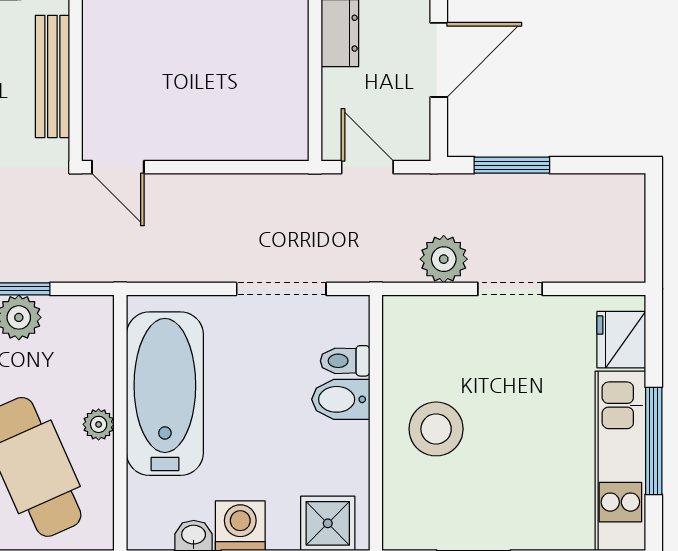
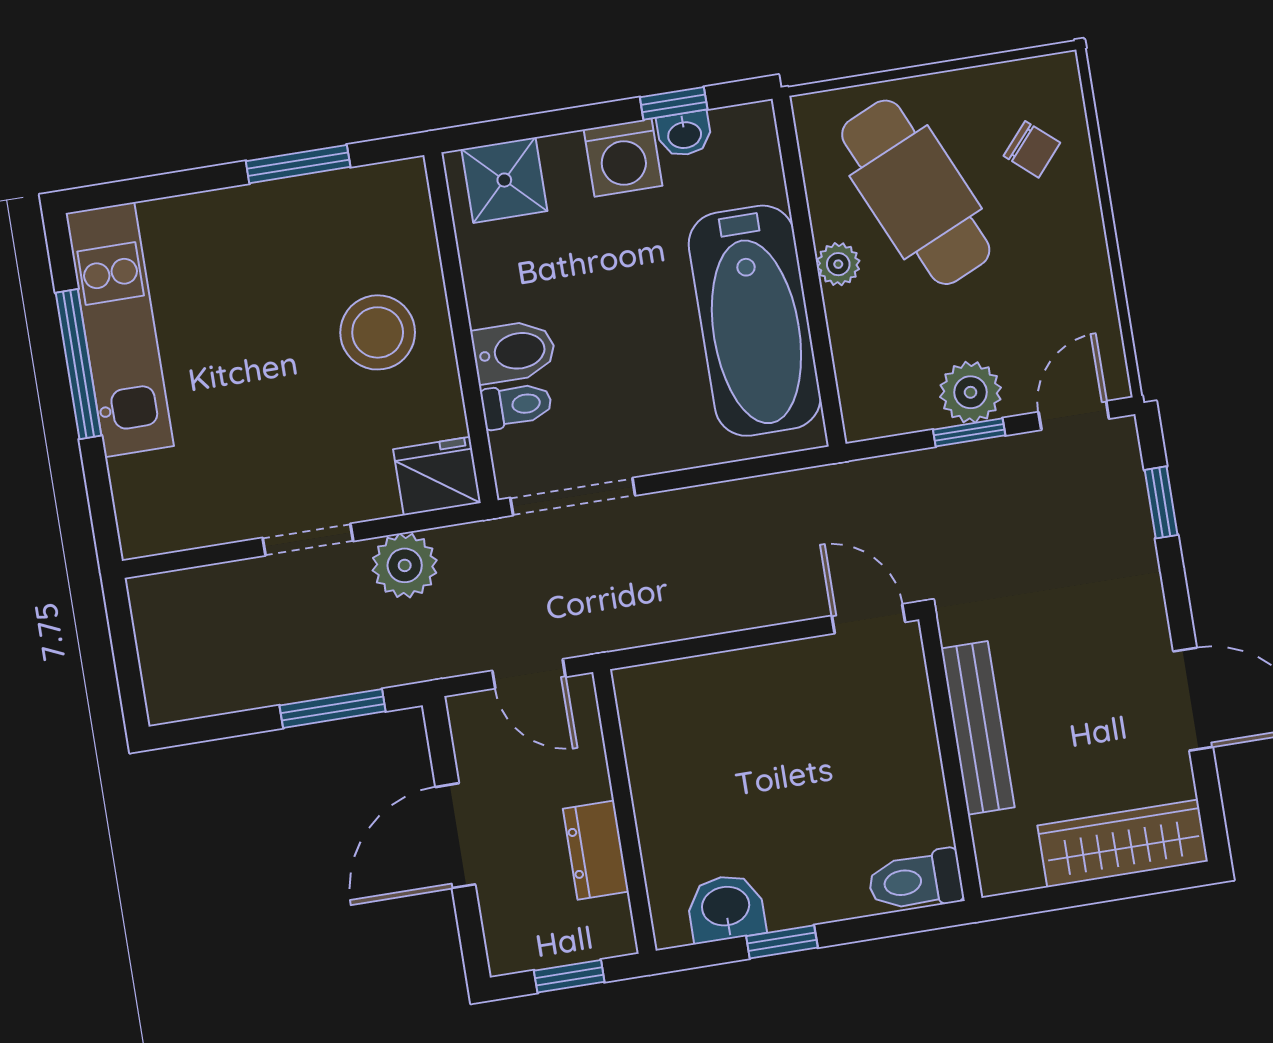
doorway: (281, 289) -> (573, 497), moved
fridge: (621, 340) -> (437, 476), moved, turned -90

